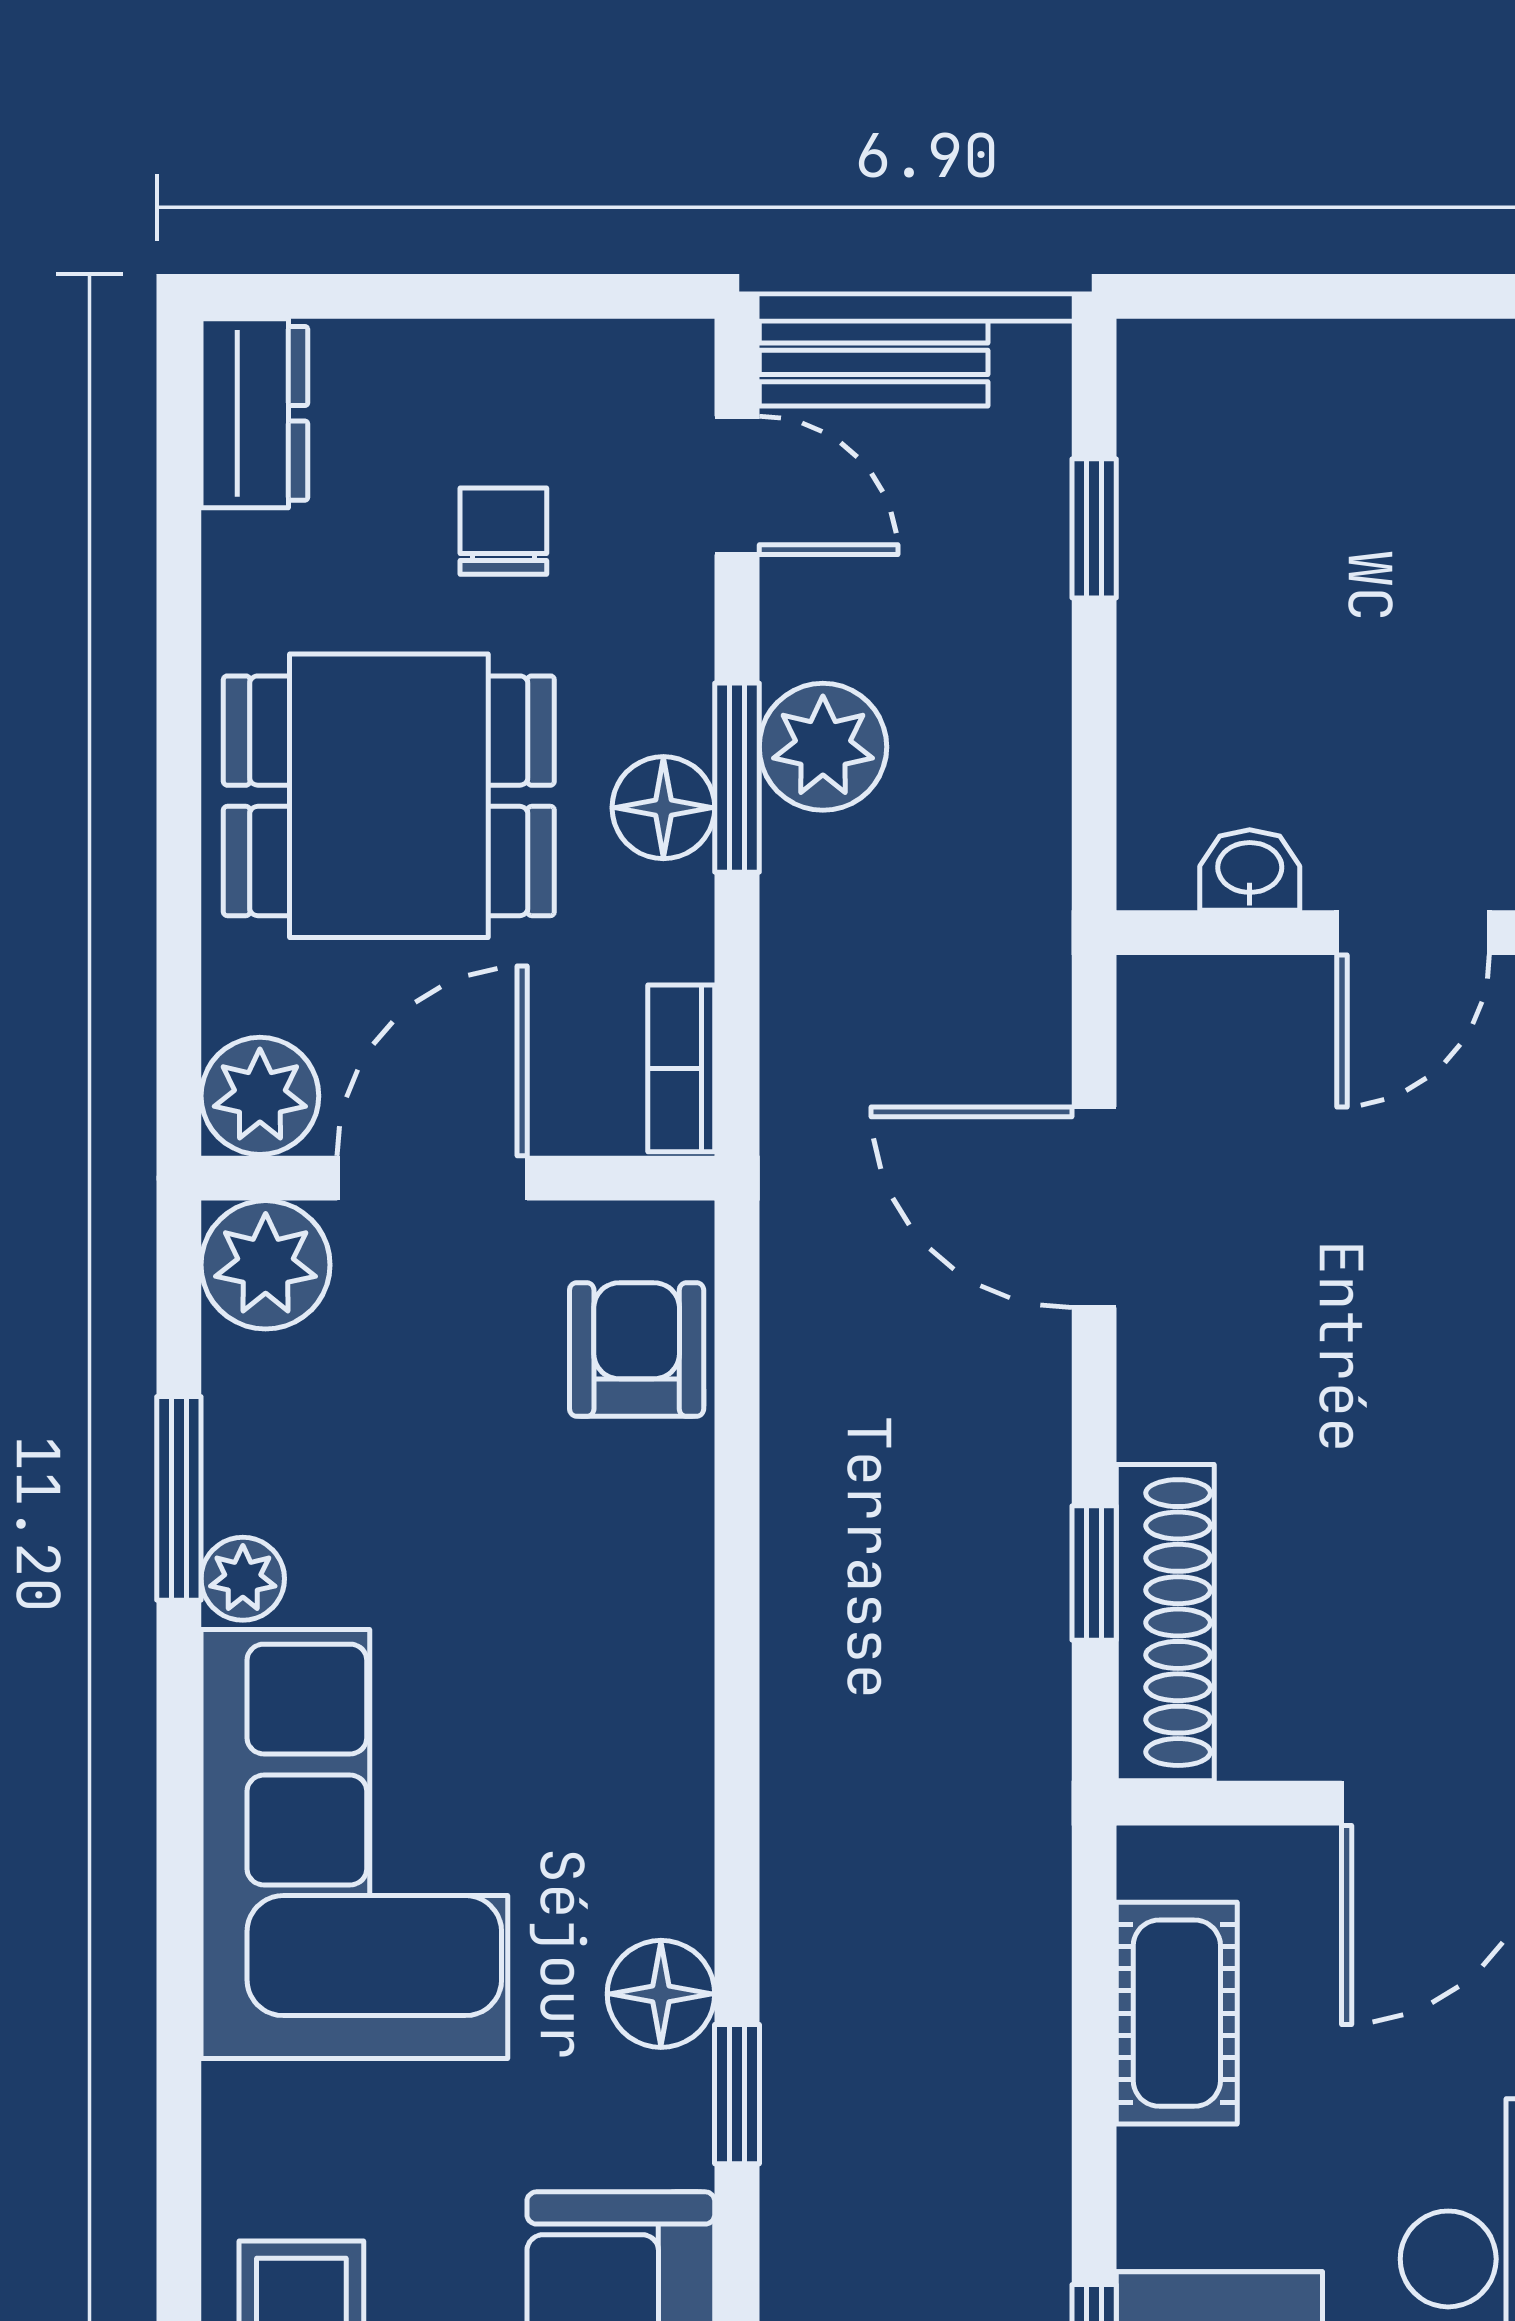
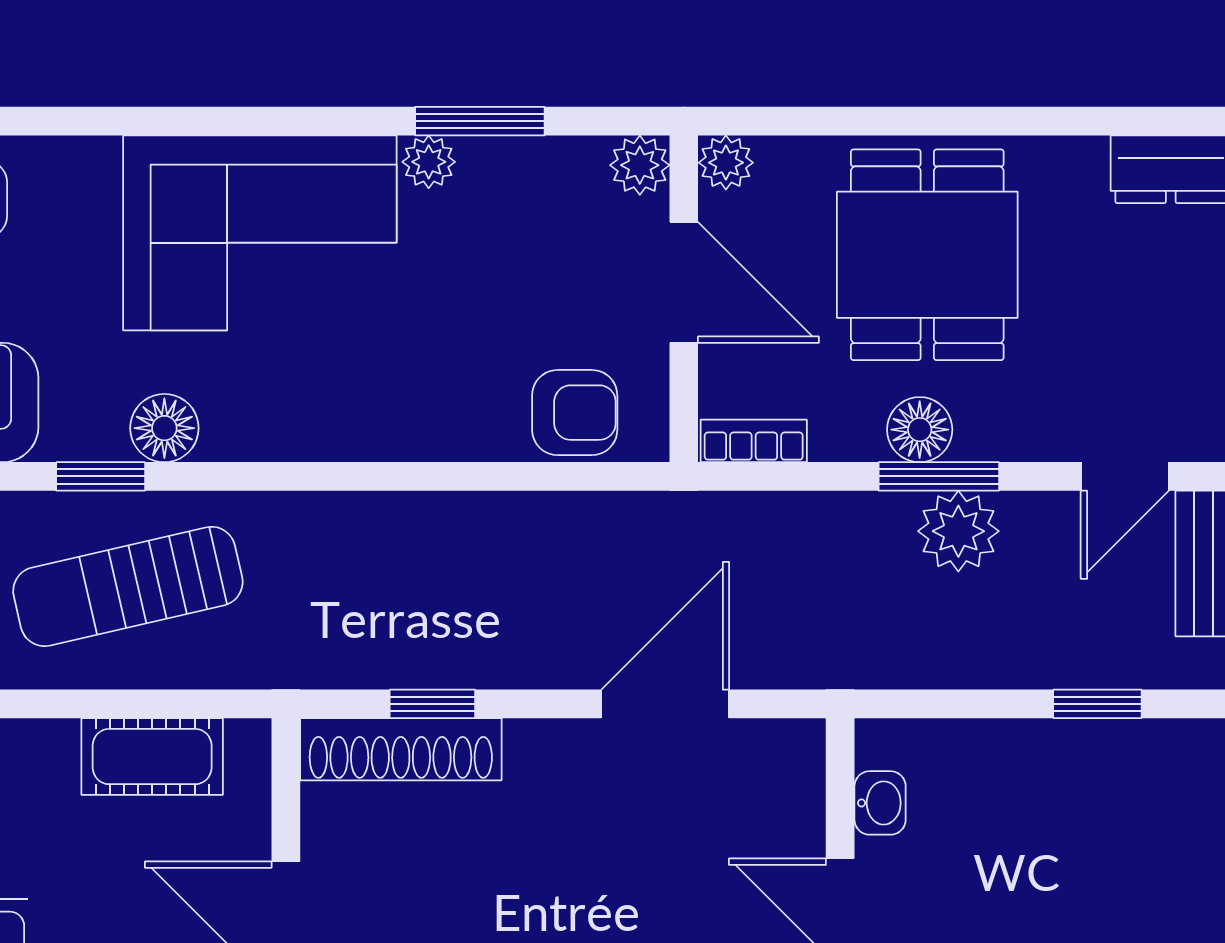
chair: (503, 531) -> (1096, 328), removed
plant: (260, 1096) -> (726, 163), width x0.73, depth x0.73
plant: (266, 1265) -> (640, 165), width x0.73, depth x0.73
sun lounger: (910, 2051) -> (128, 586), added

